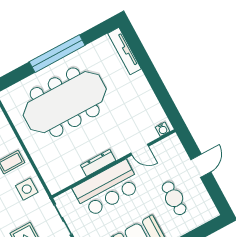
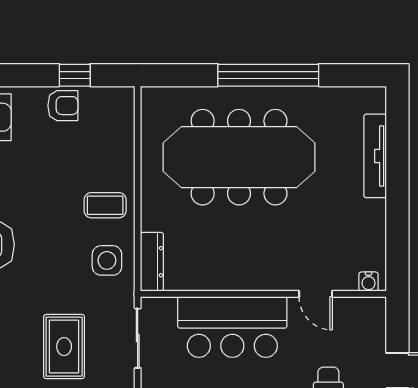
tv unit: (125, 51) -> (375, 156), moved
dresser: (98, 163) -> (152, 262), moved, turned 90

